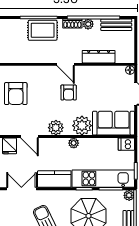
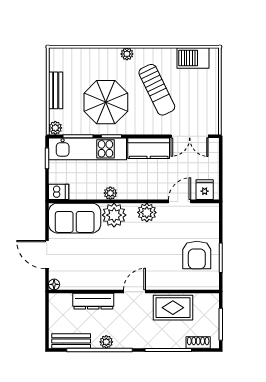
shoe rack: (72, 24) -> (198, 343), moved
rug: (43, 30) -> (173, 308), moved
door: (66, 64) -> (134, 292), hinge flipped
armchair: (69, 93) -> (131, 256), removed
armchair: (16, 94) -> (197, 255), turned 180
door: (30, 137) -> (180, 201), hinge flipped
plant: (74, 143) -> (110, 193), moved

